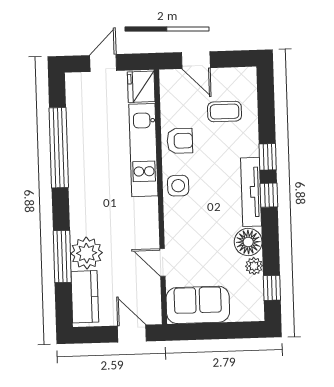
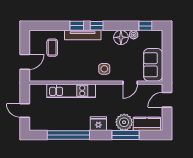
fridge: (141, 87) -> (98, 124), moved, turned 180
armchair: (180, 141) -> (67, 72), removed
side table: (178, 186) -> (104, 69), moved
tv unit: (251, 192) -> (83, 35), moved

